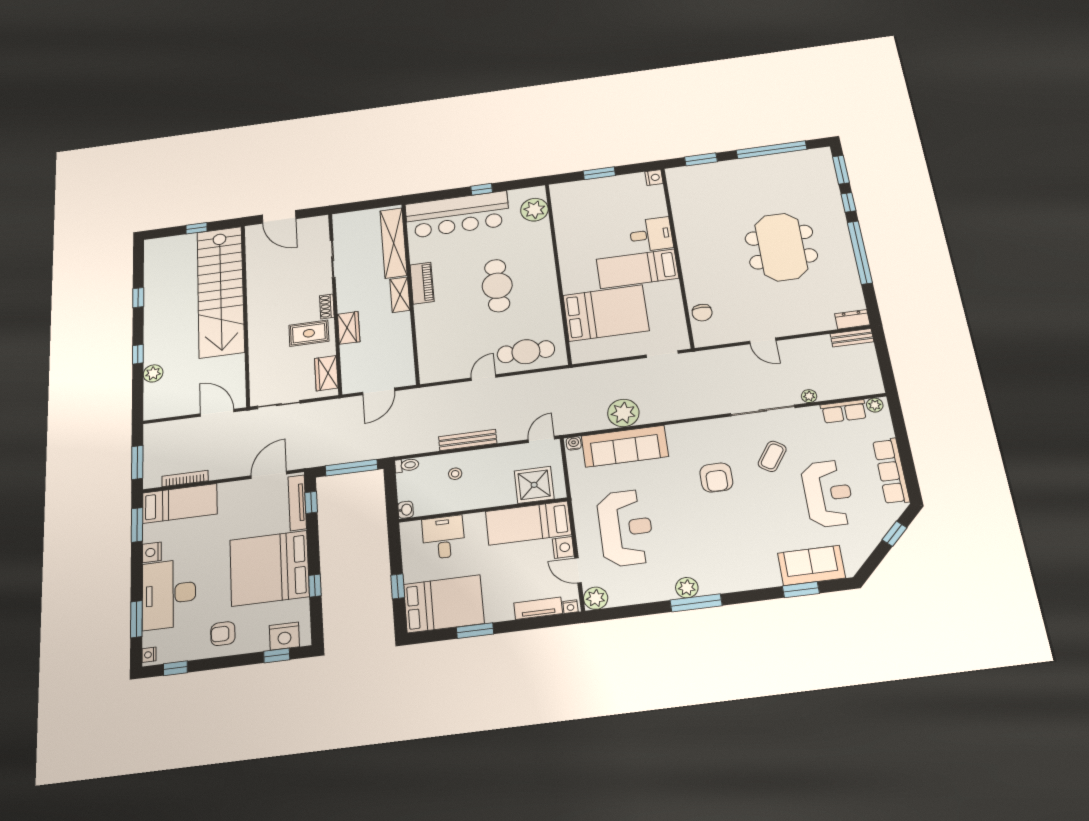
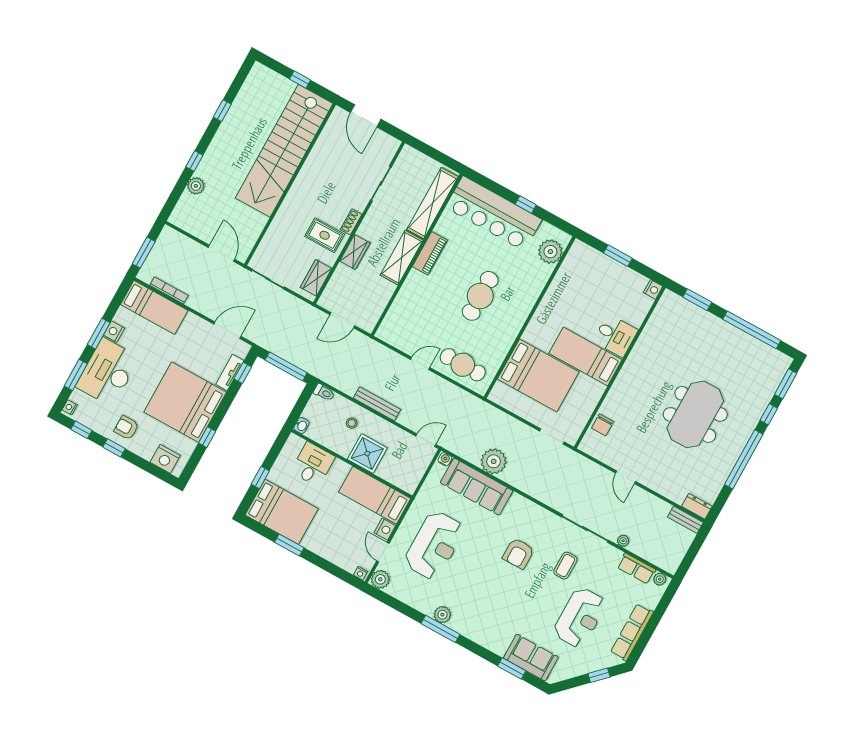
shelving: (400, 295) -> (402, 258), width x1.50, depth x1.33
coffee table: (772, 456) -> (565, 566), turned -34
shower: (534, 485) -> (367, 454), moved
tv unit: (297, 503) -> (230, 373), width x0.71
window: (137, 525) -> (99, 334), moved
tv unit: (538, 608) -> (339, 559), removed
window: (277, 655) -> (114, 448), moved

